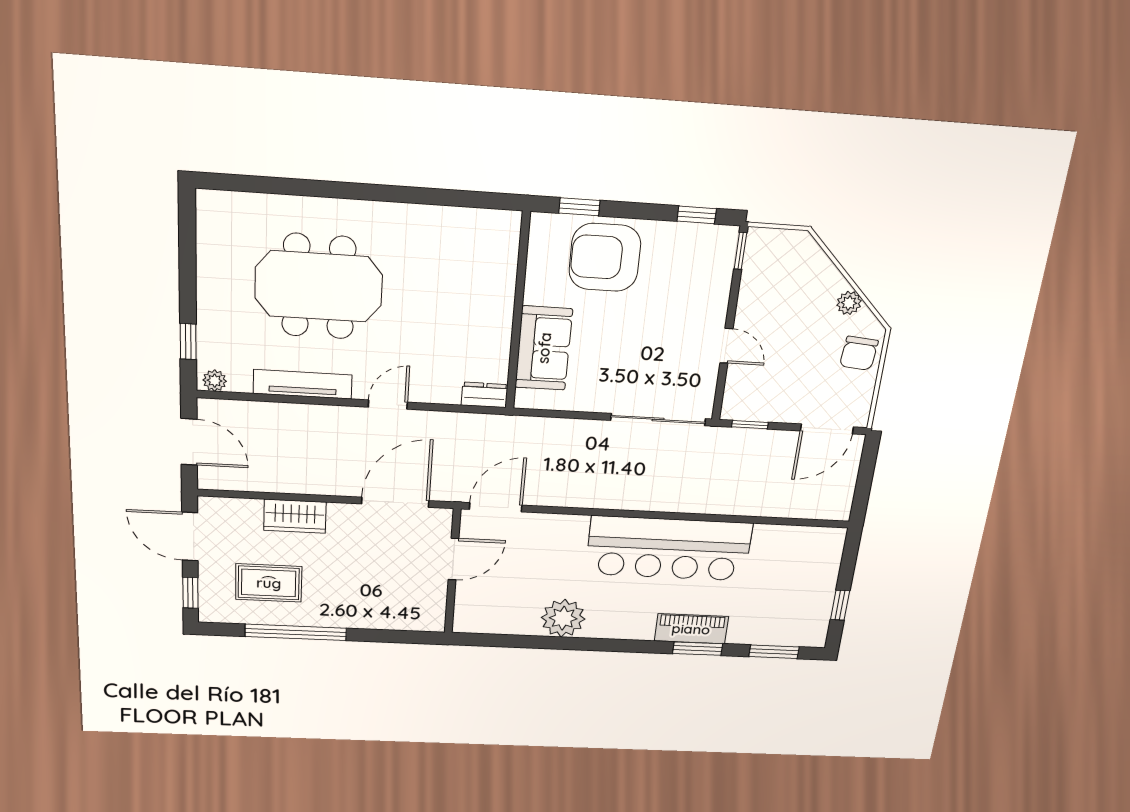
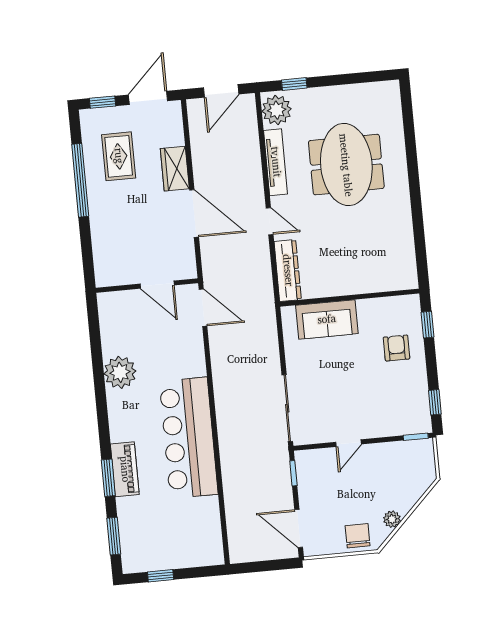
armchair: (605, 257) -> (397, 348), width x0.53, depth x0.53
chair: (859, 353) -> (358, 536), turned 85
plant: (215, 381) -> (277, 110), width x1.88, depth x1.88
dresser: (485, 395) -> (288, 270), width x1.96, depth x1.24
door: (395, 502) -> (194, 214), moved

